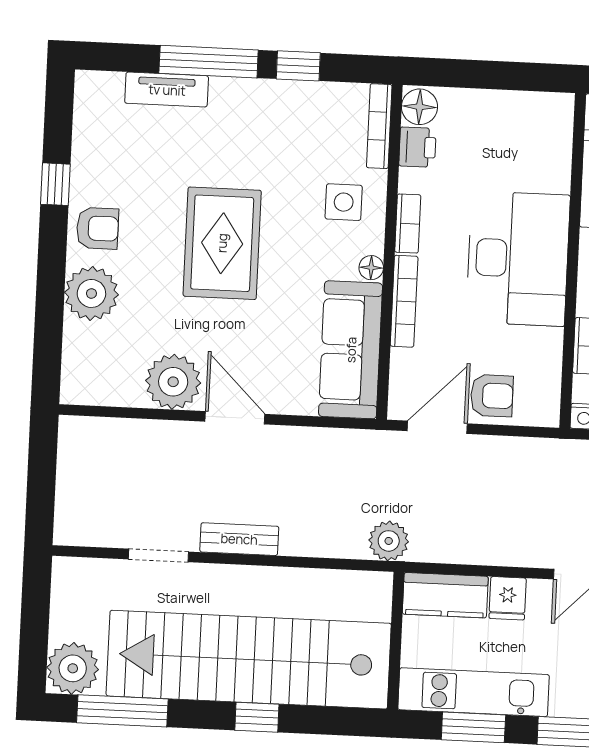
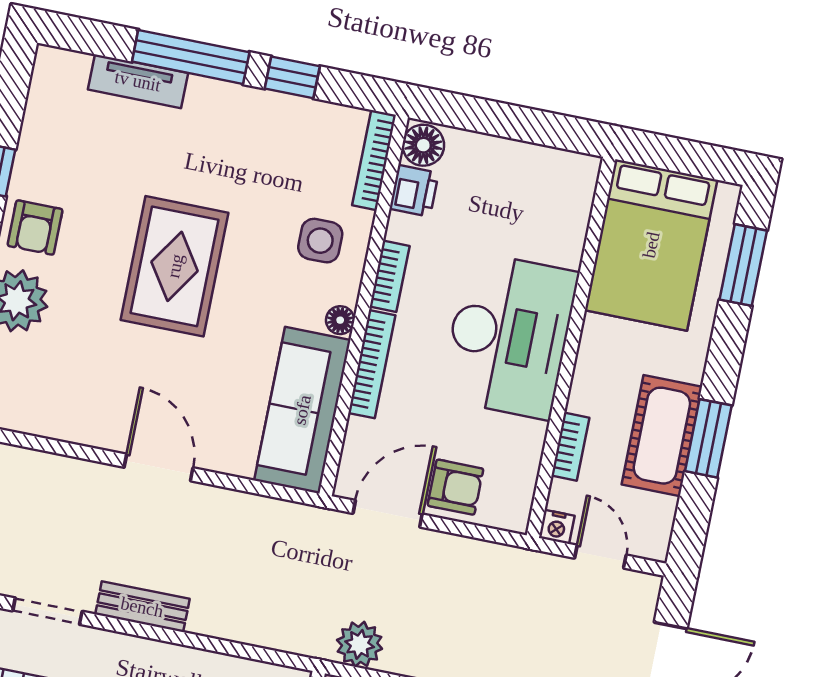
armchair: (98, 228) -> (35, 228), turned 90
plant: (173, 382) -> (94, 416), removed
plant: (389, 541) -> (360, 644), moved

